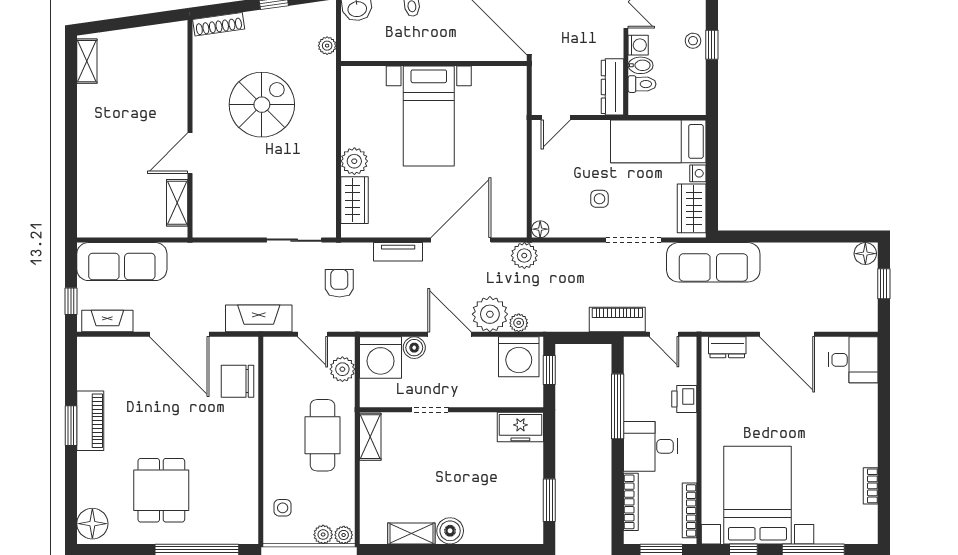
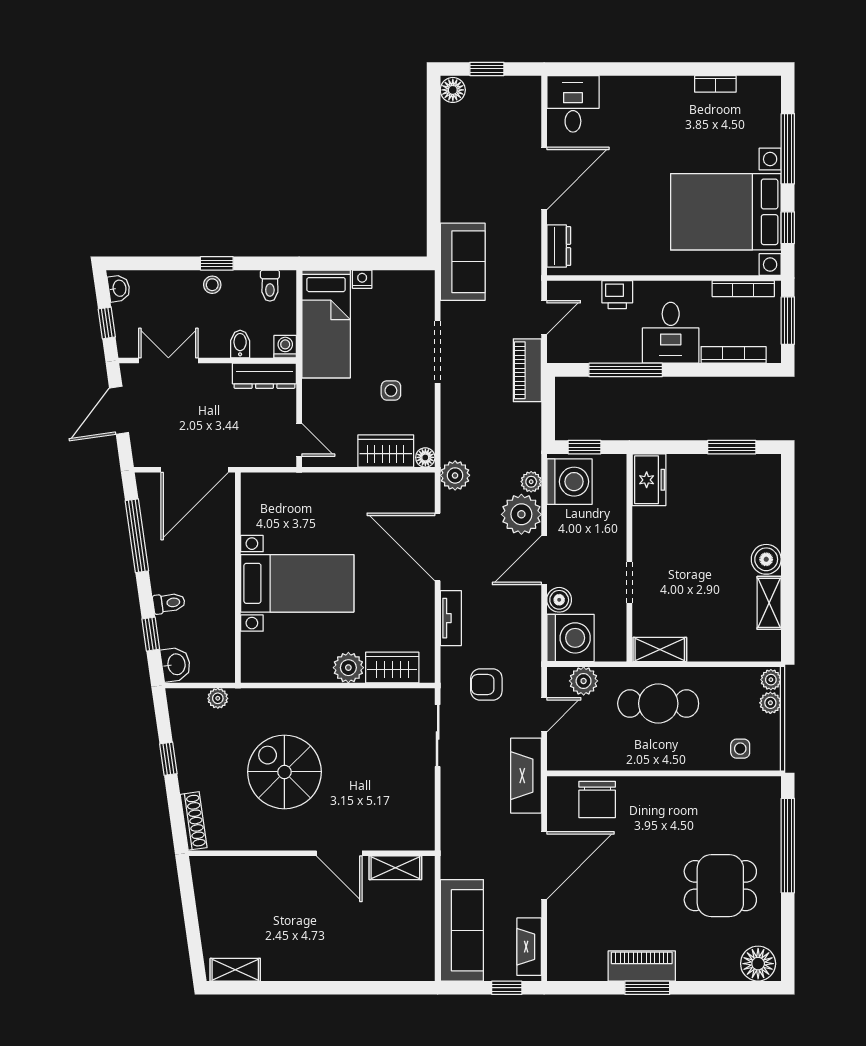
washing machine: (638, 45) -> (285, 347), moved
toilet: (642, 84) -> (270, 286), moved, turned 180
wardrobe: (692, 208) -> (386, 451), moved, turned 180
sofa: (713, 262) -> (463, 262), width x0.73

